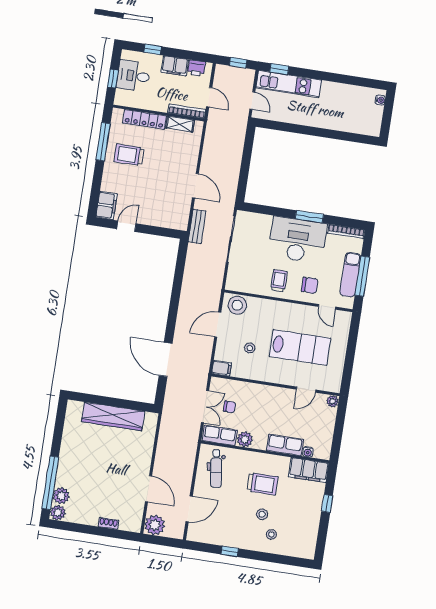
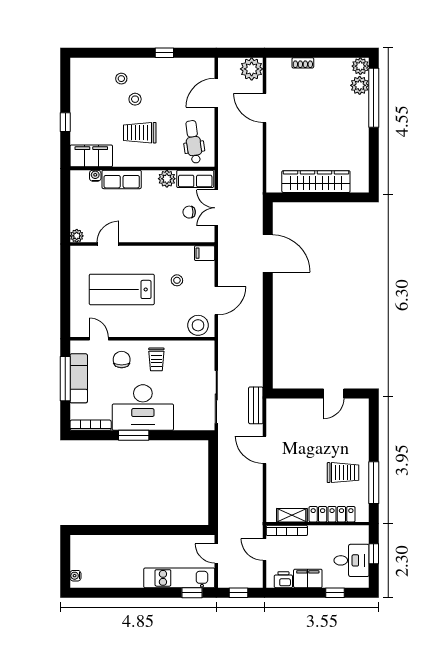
filing cabinet: (106, 205) -> (359, 413), removed
chair: (310, 285) -> (122, 360), turned 90

